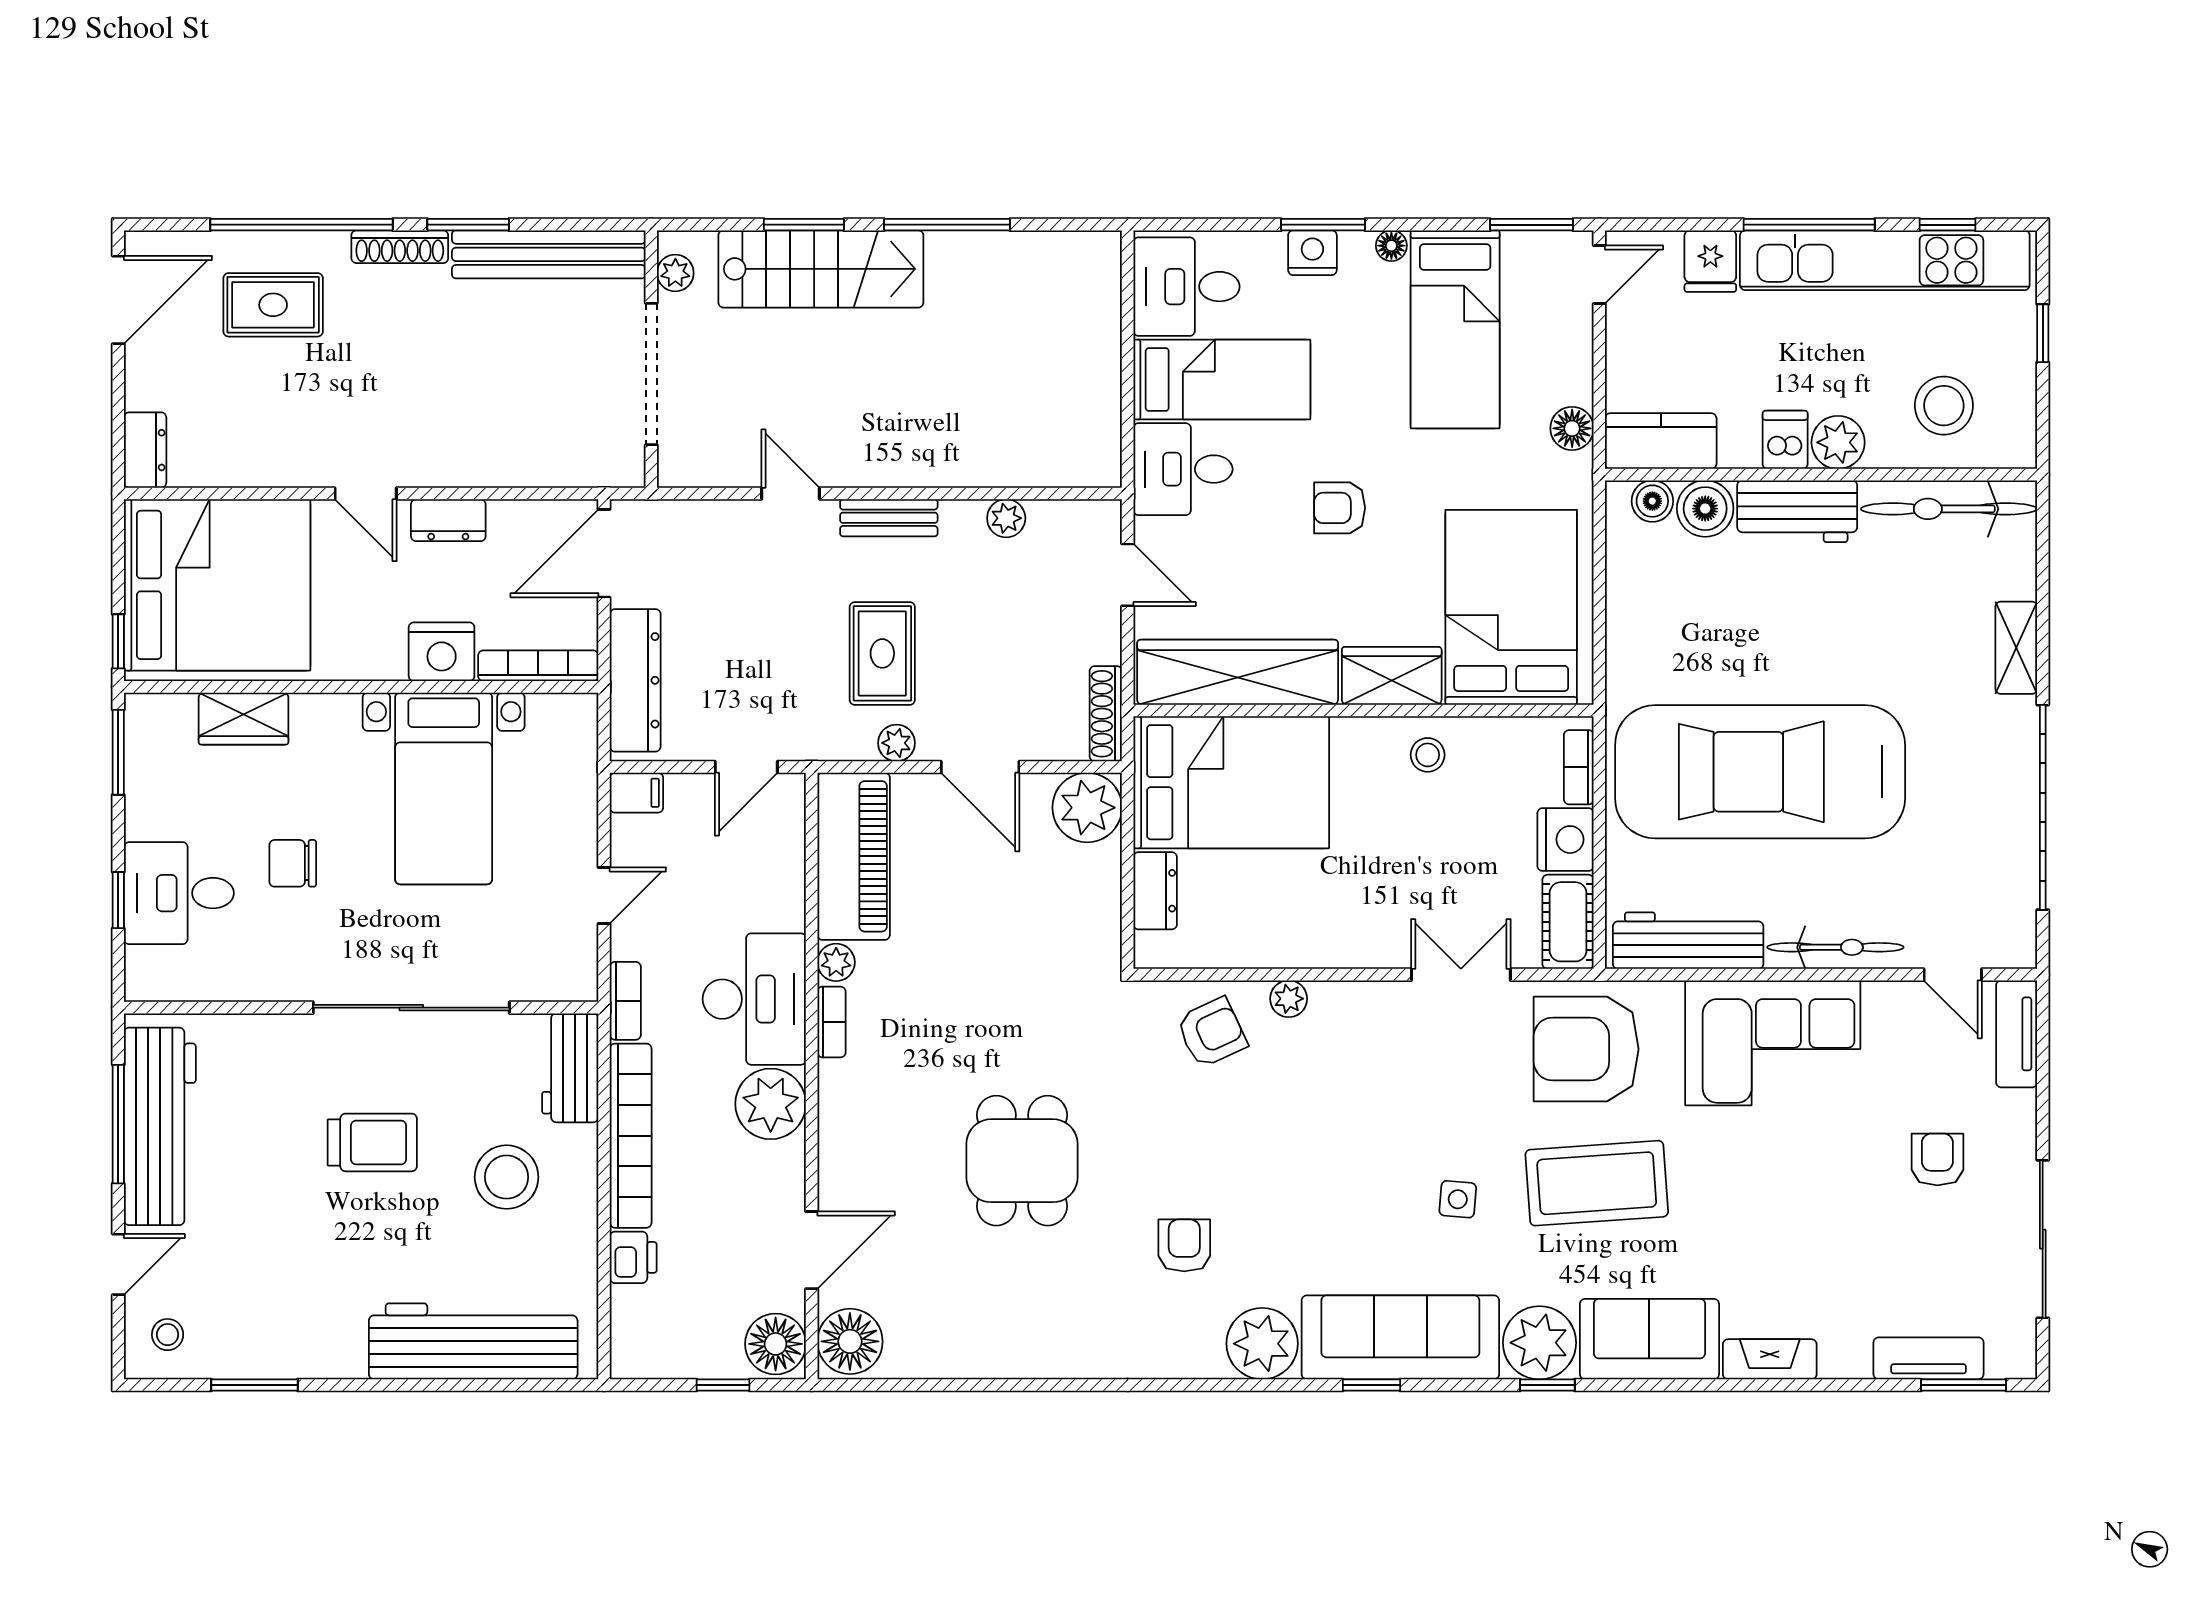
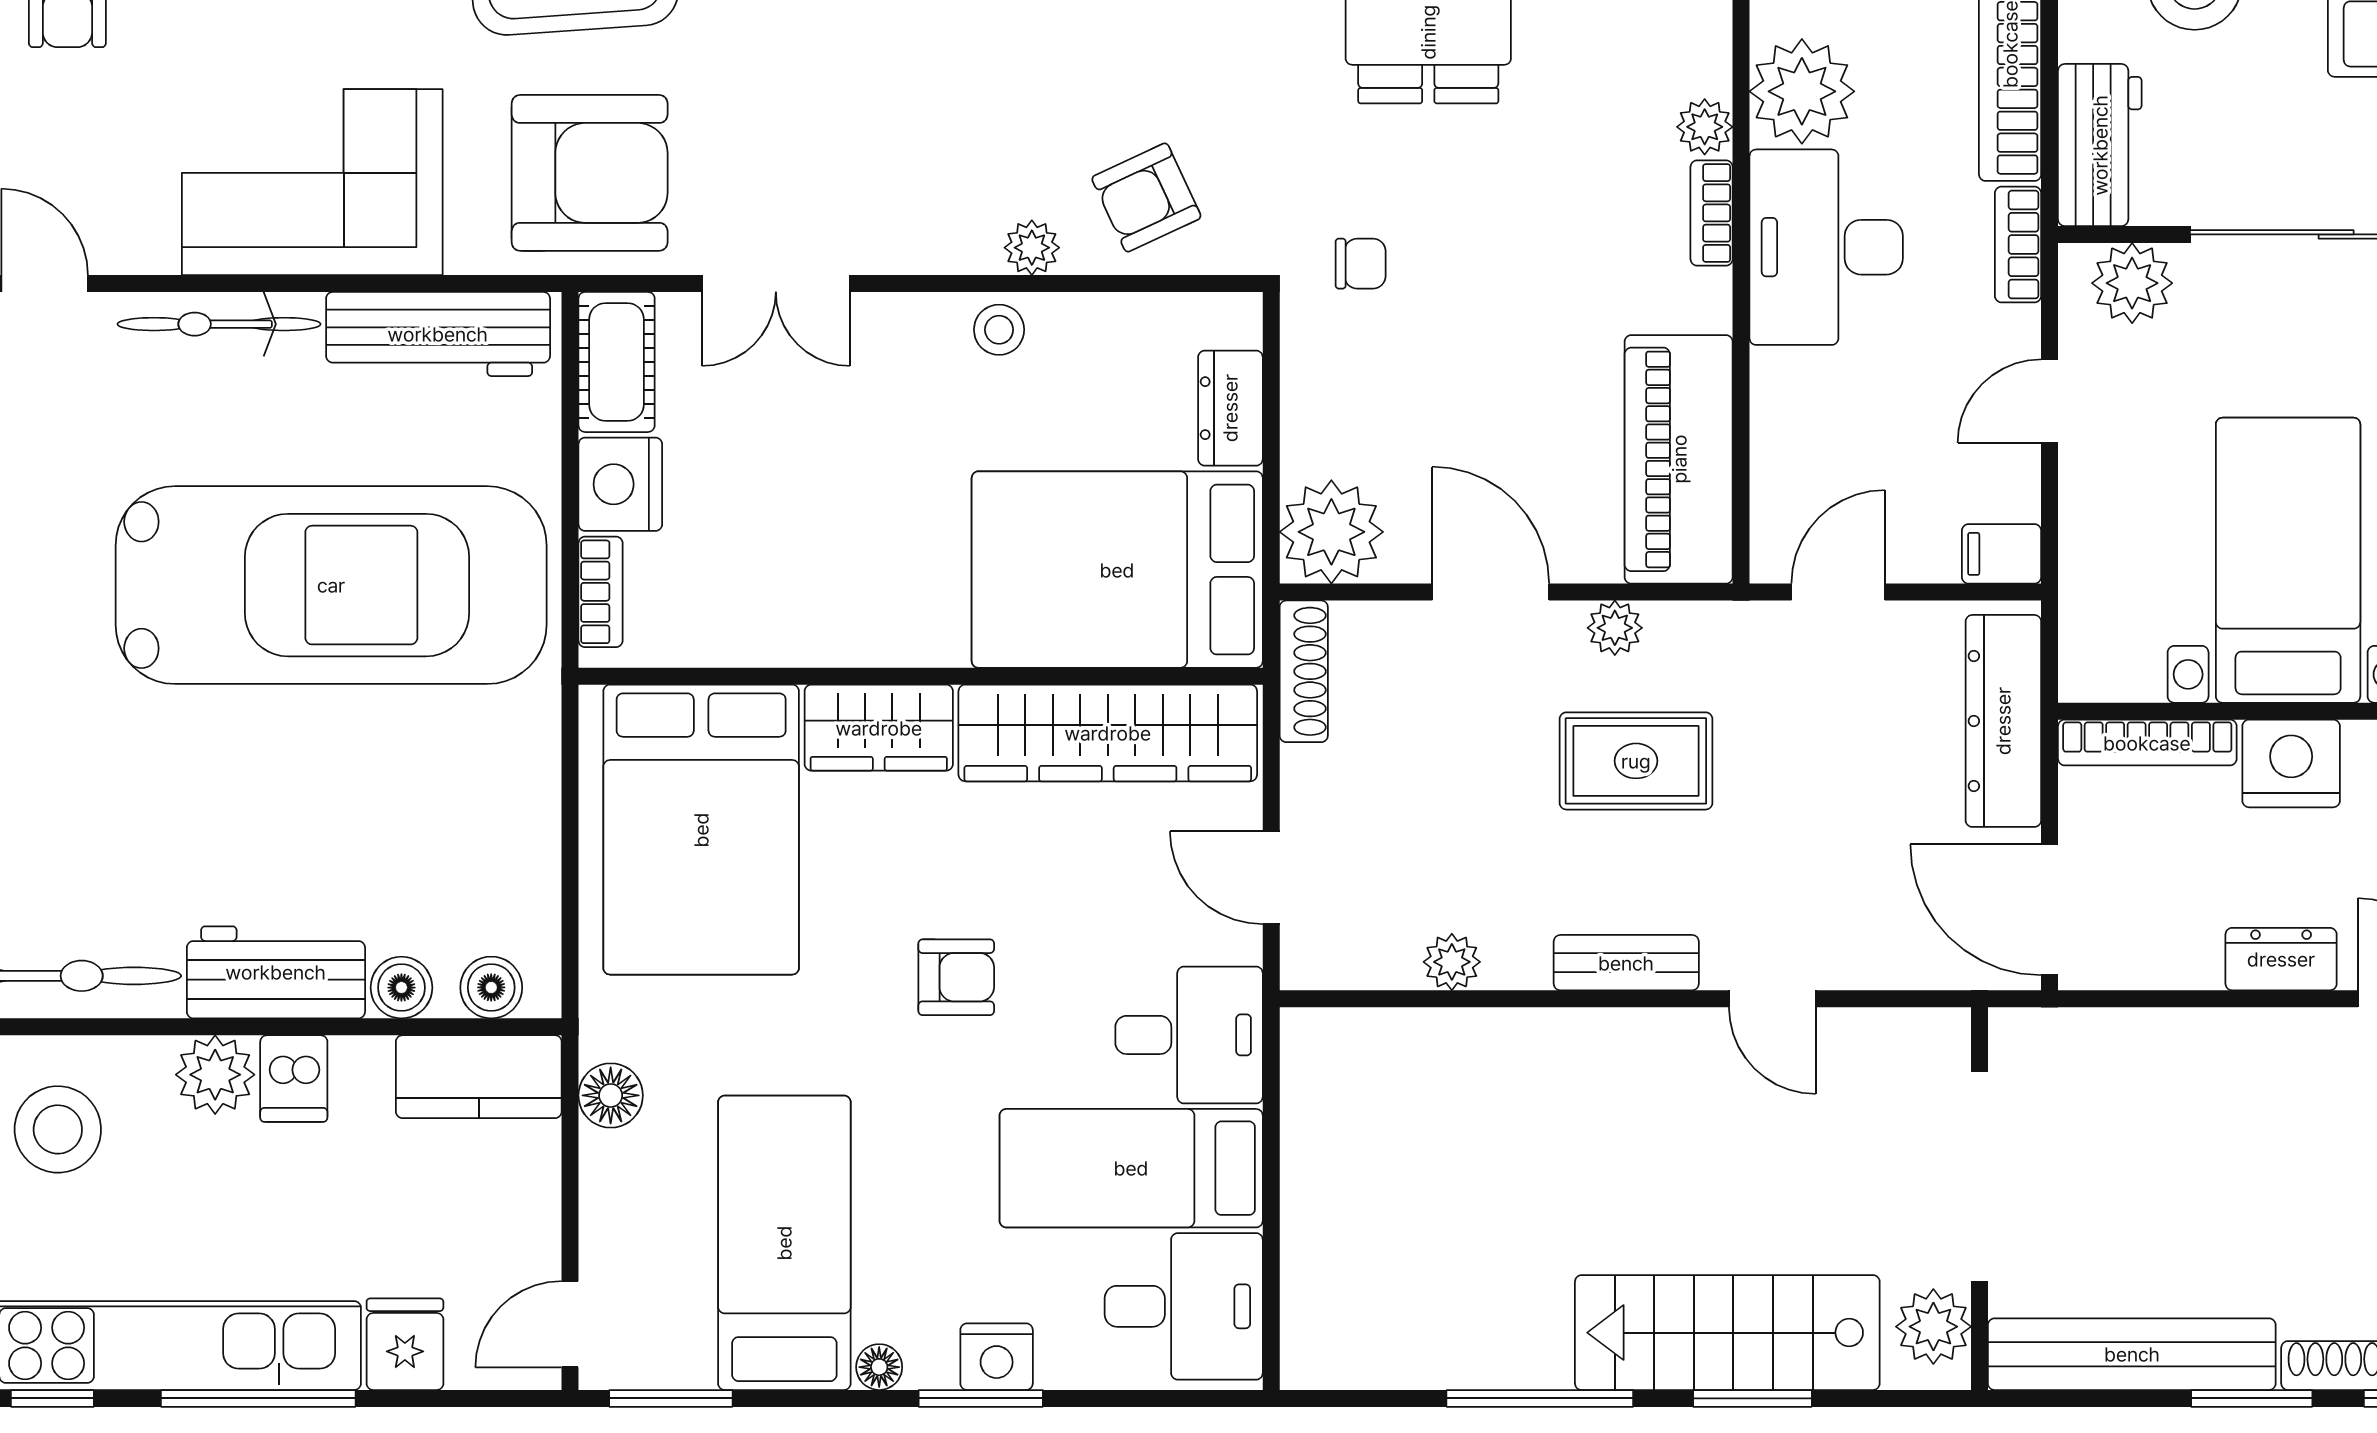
plant: (675, 273) -> (1933, 1327), width x1.38, depth x1.38
boiler: (1705, 509) -> (401, 988), width x0.73, depth x0.73
door: (604, 553) -> (2050, 910), swing flipped
rug: (882, 653) -> (1636, 761), turned 90
stool: (1428, 755) -> (999, 330), moved
plant: (836, 962) -> (1705, 127), moved
plant: (549, 975) -> (2132, 283), added
chair: (1068, 988) -> (1361, 264), added

